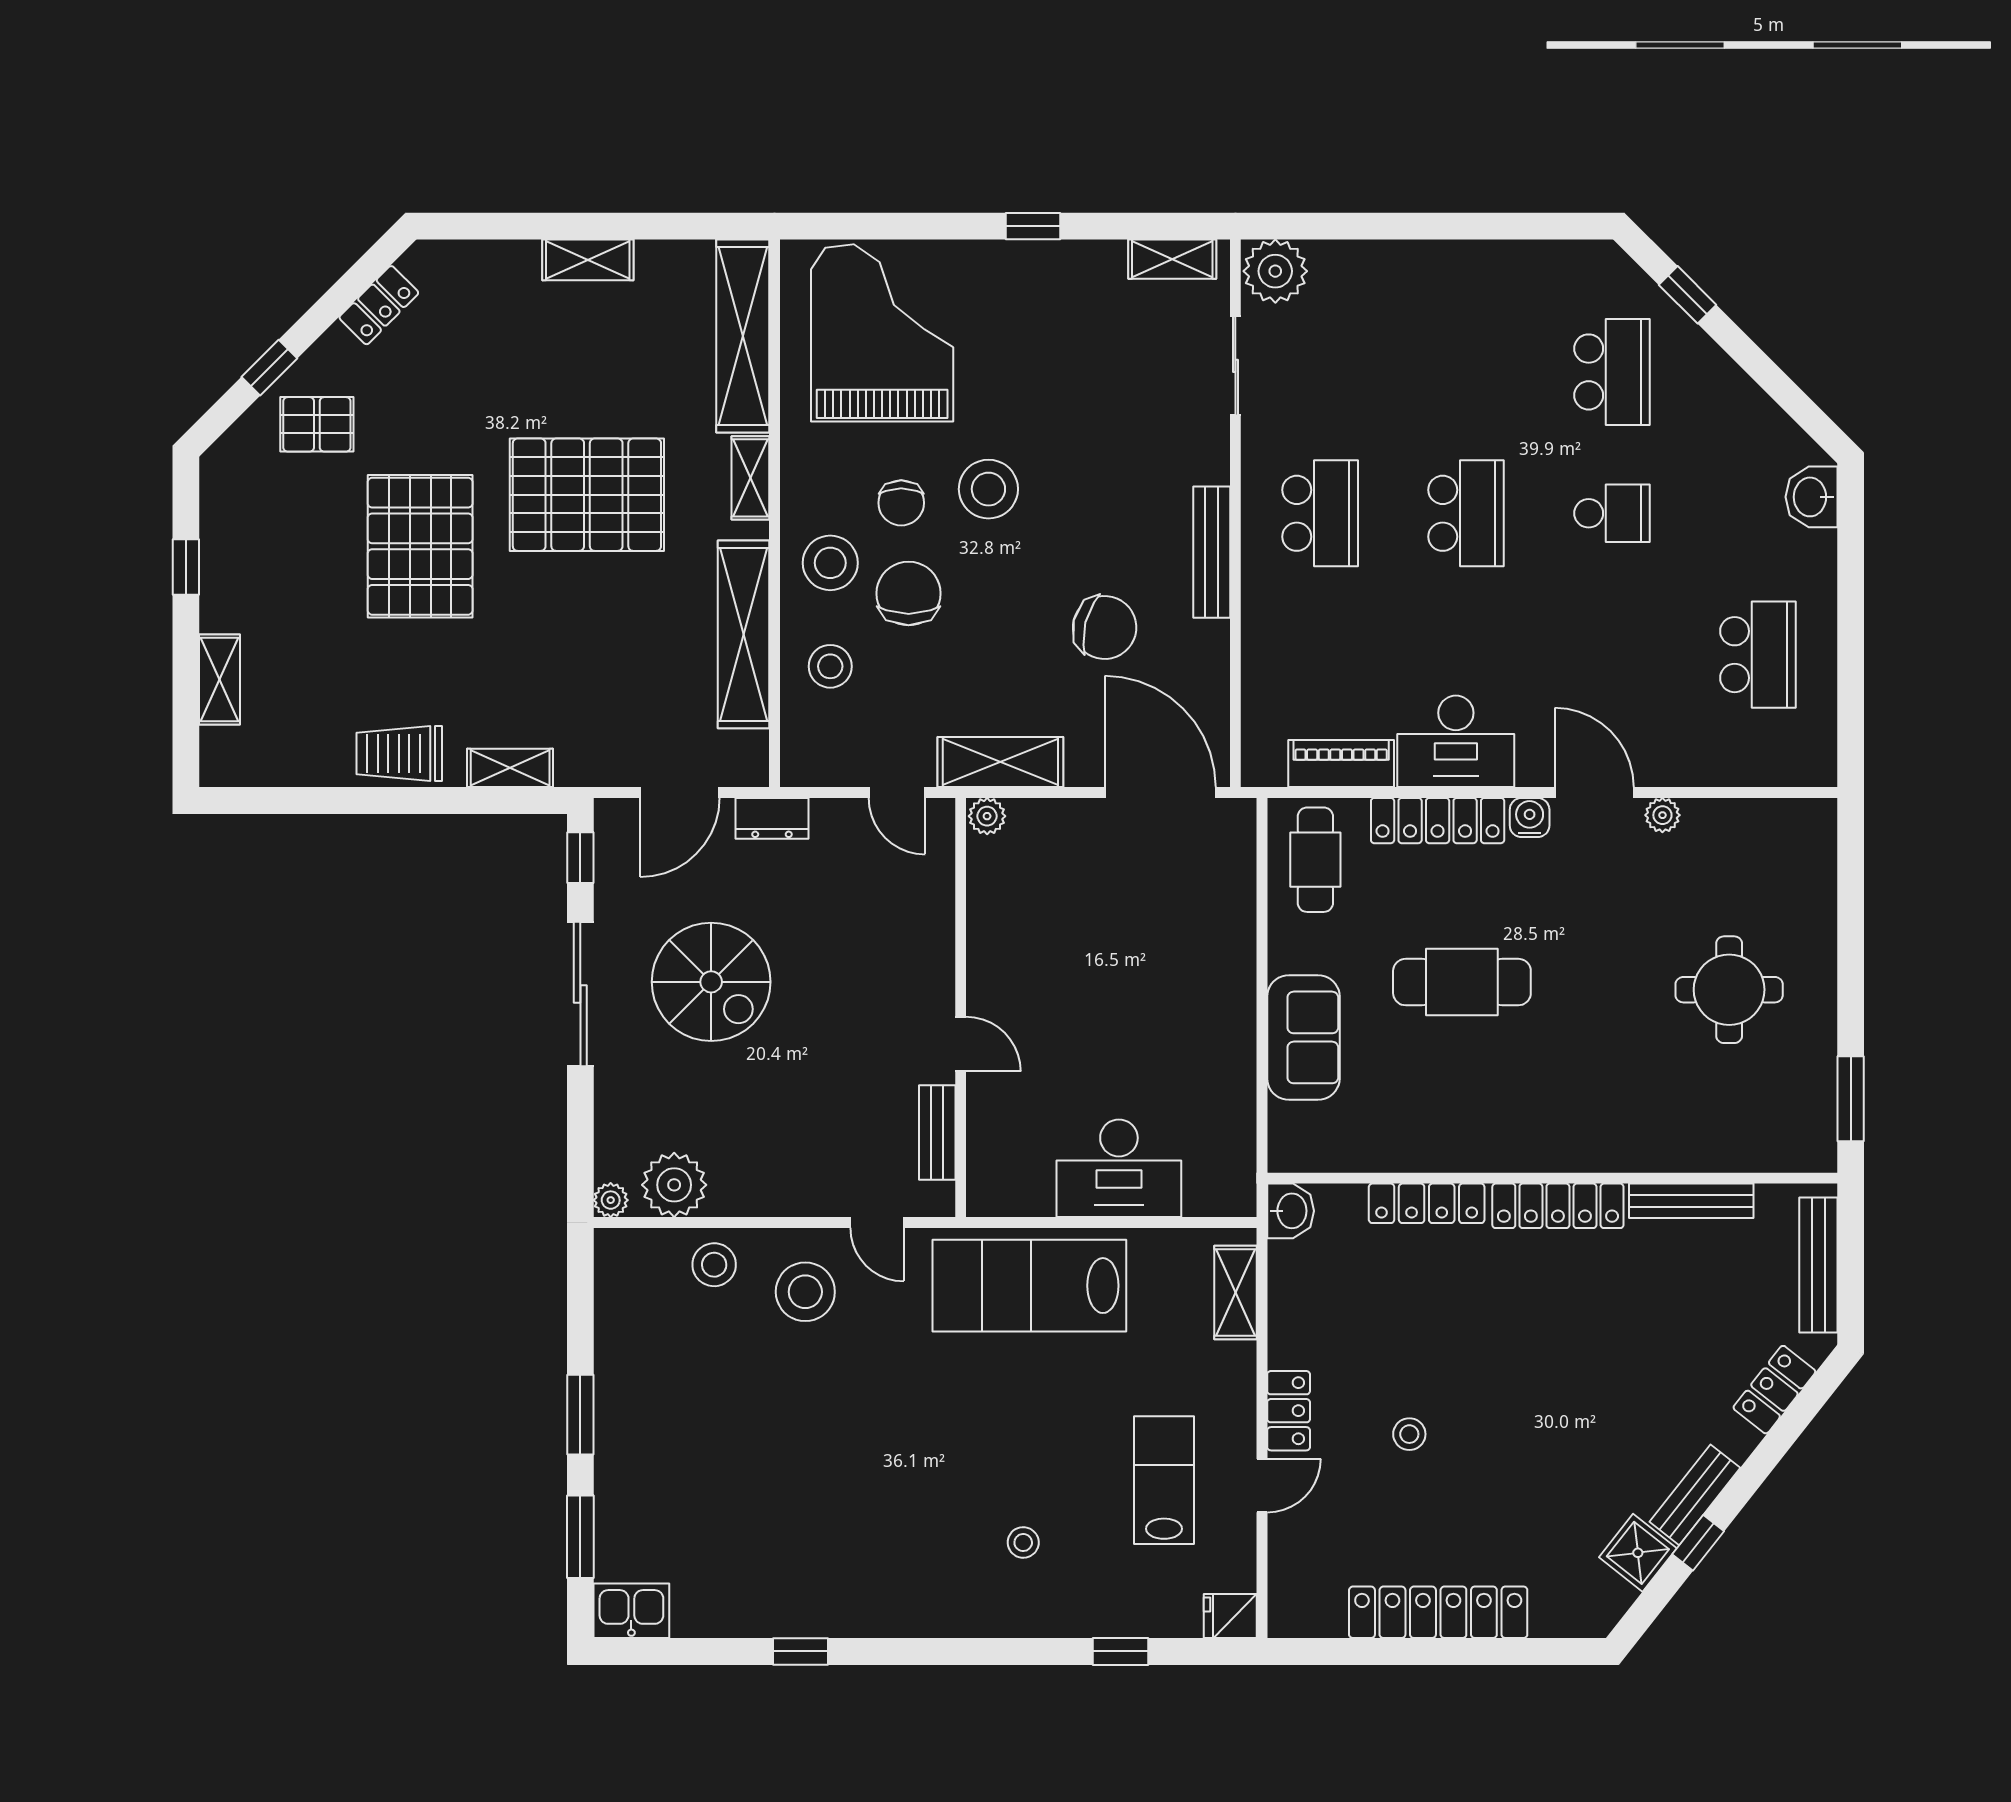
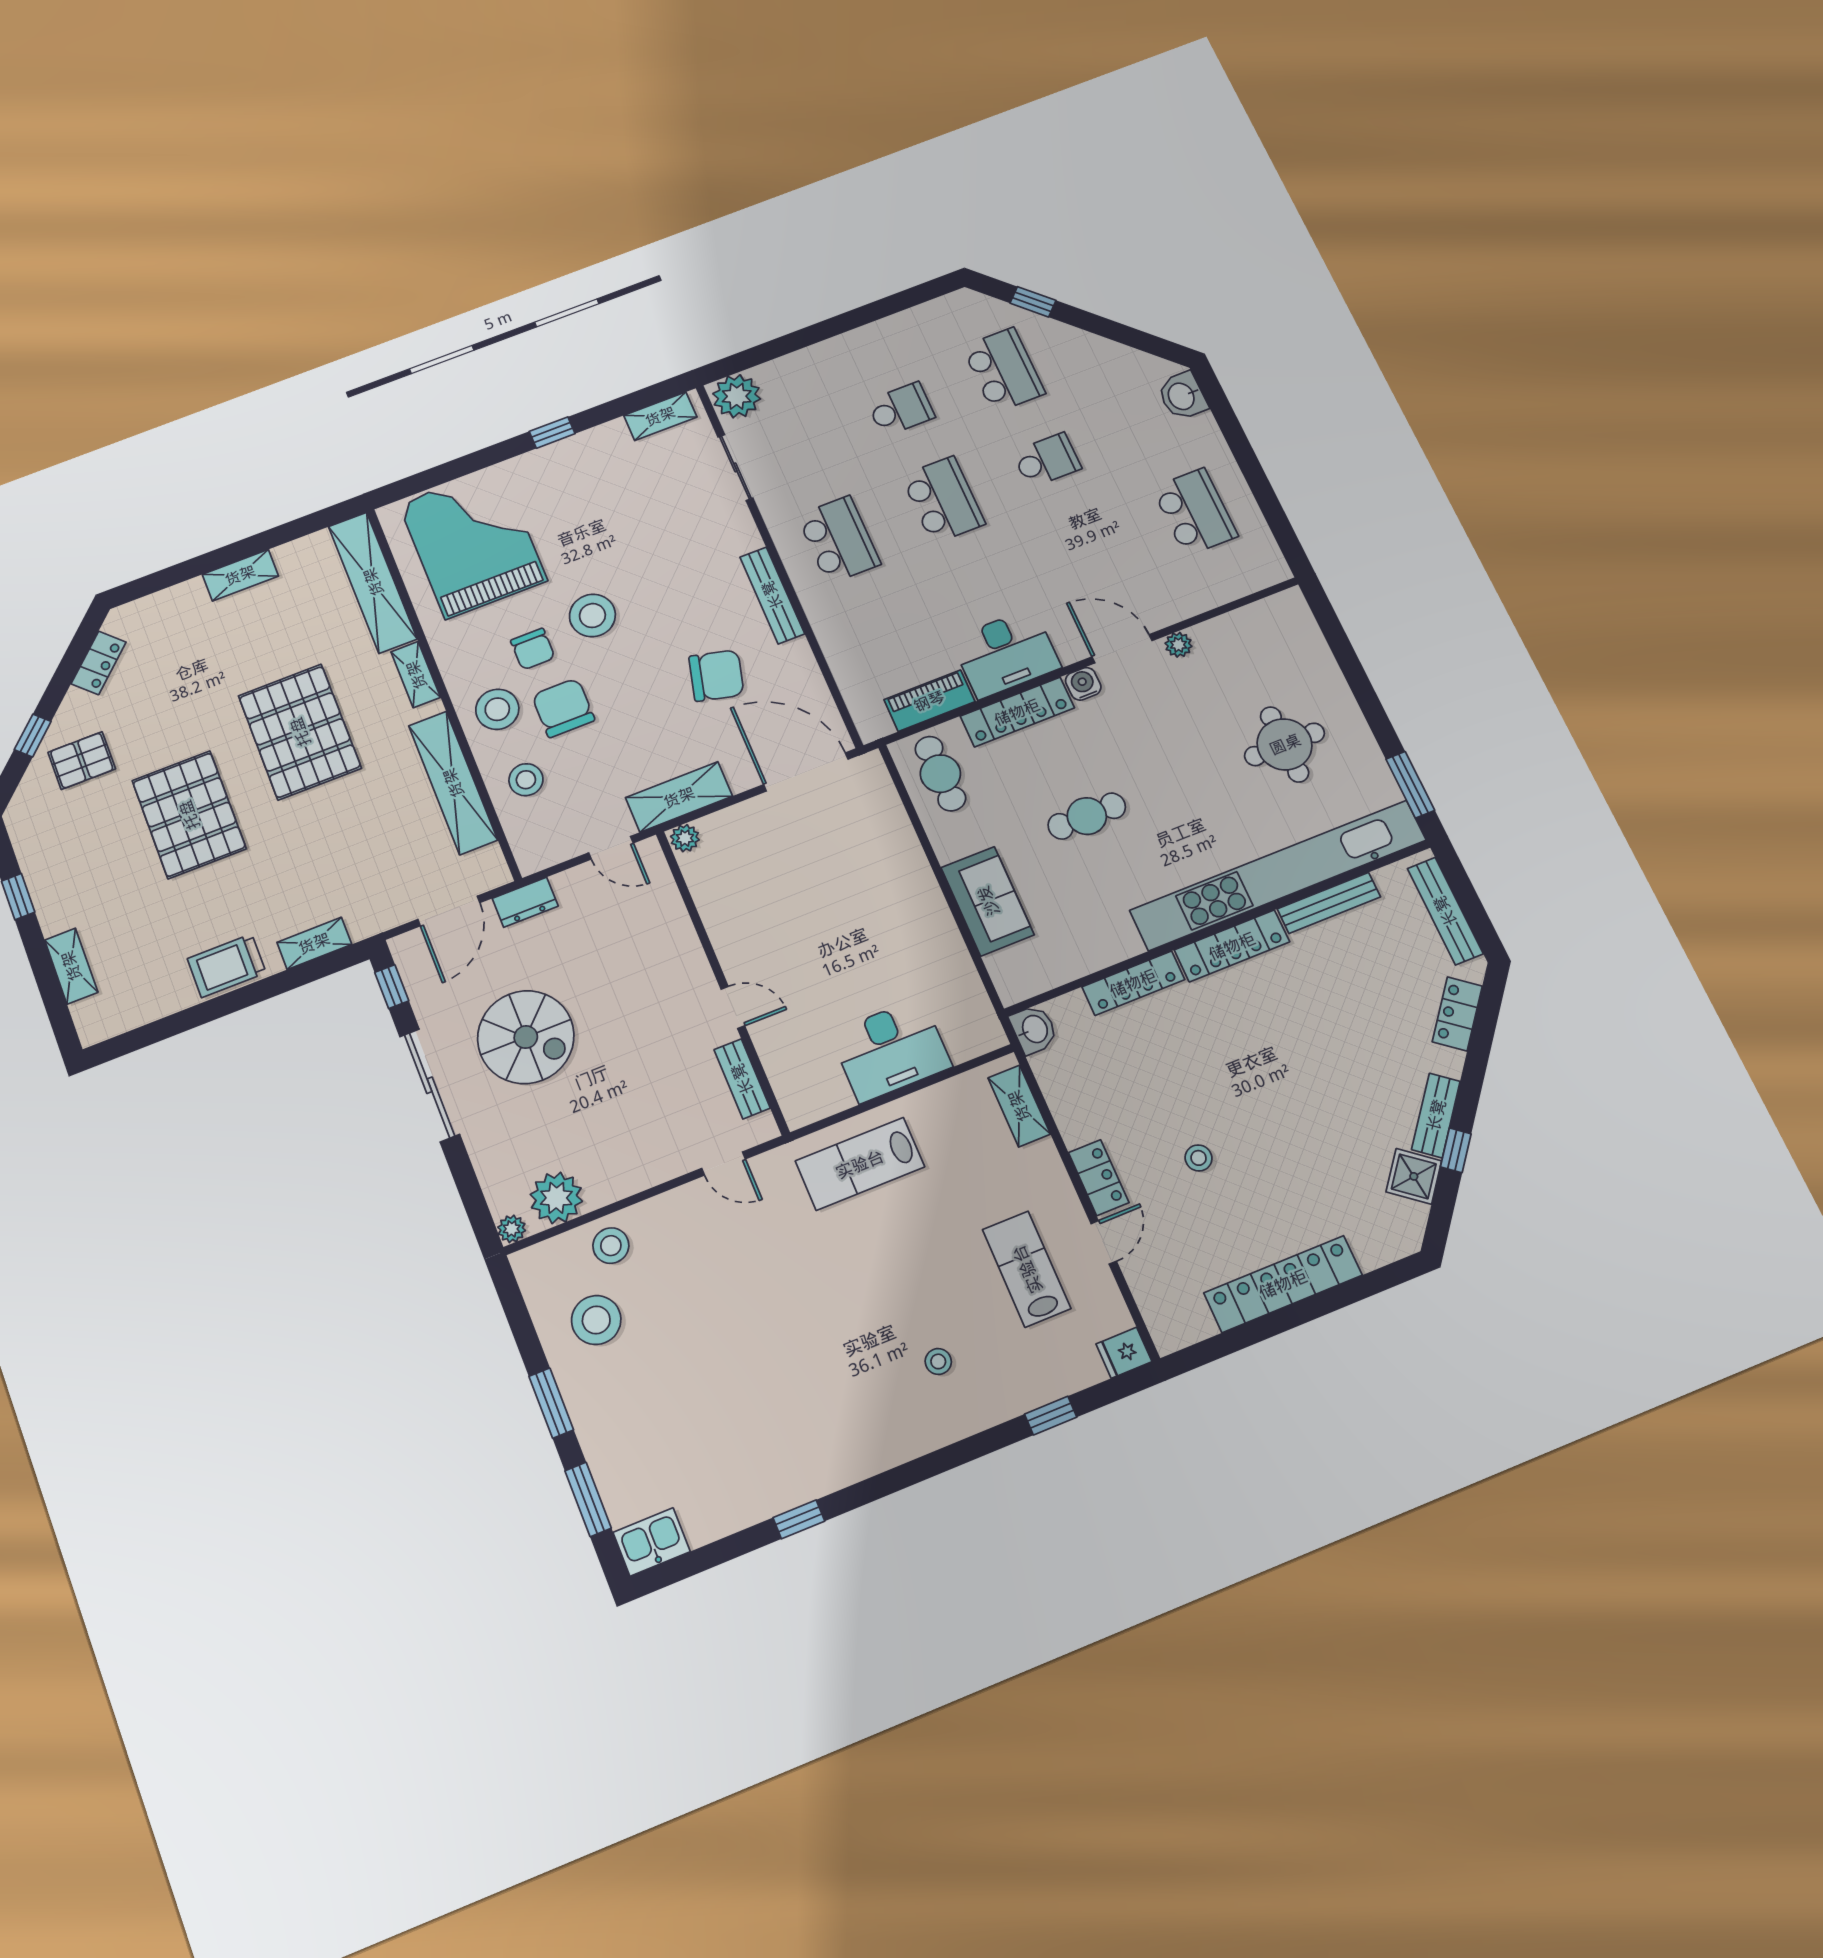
school desk: (1466, 372) -> (901, 409), added
pallet: (587, 495) -> (300, 732), turned 90
cafe table: (1462, 982) -> (1087, 816), width x0.73, depth x0.74
kitchen unit: (1649, 1144) -> (1278, 875), added
lab bench: (1029, 1286) -> (860, 1164), width x0.73, depth x0.72
stool: (805, 1292) -> (596, 1320), moved

